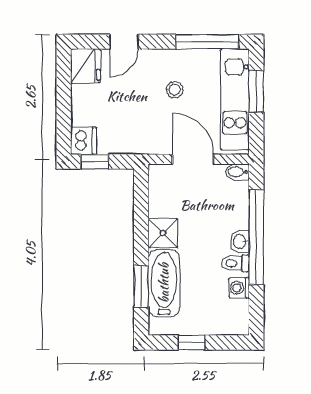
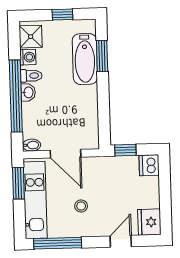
window: (256, 91) -> (18, 183), moved
window: (95, 162) -> (125, 150), moved
shower: (163, 233) -> (31, 37), moved

